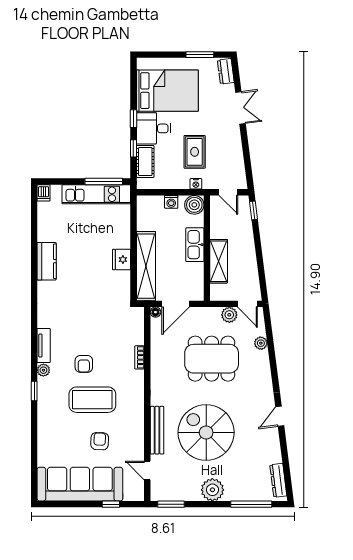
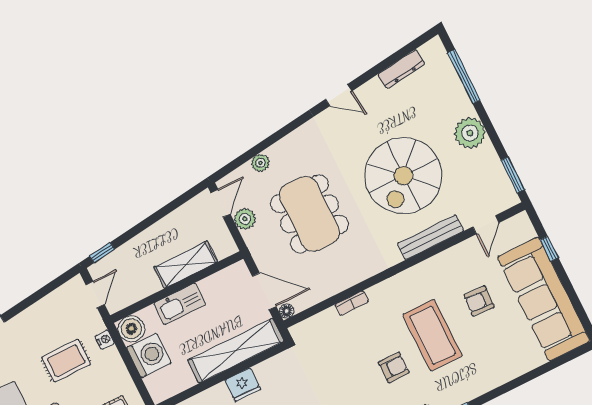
washing machine: (171, 202) -> (149, 355), width x1.89, depth x1.89
dresser: (278, 480) -> (401, 69), moved

